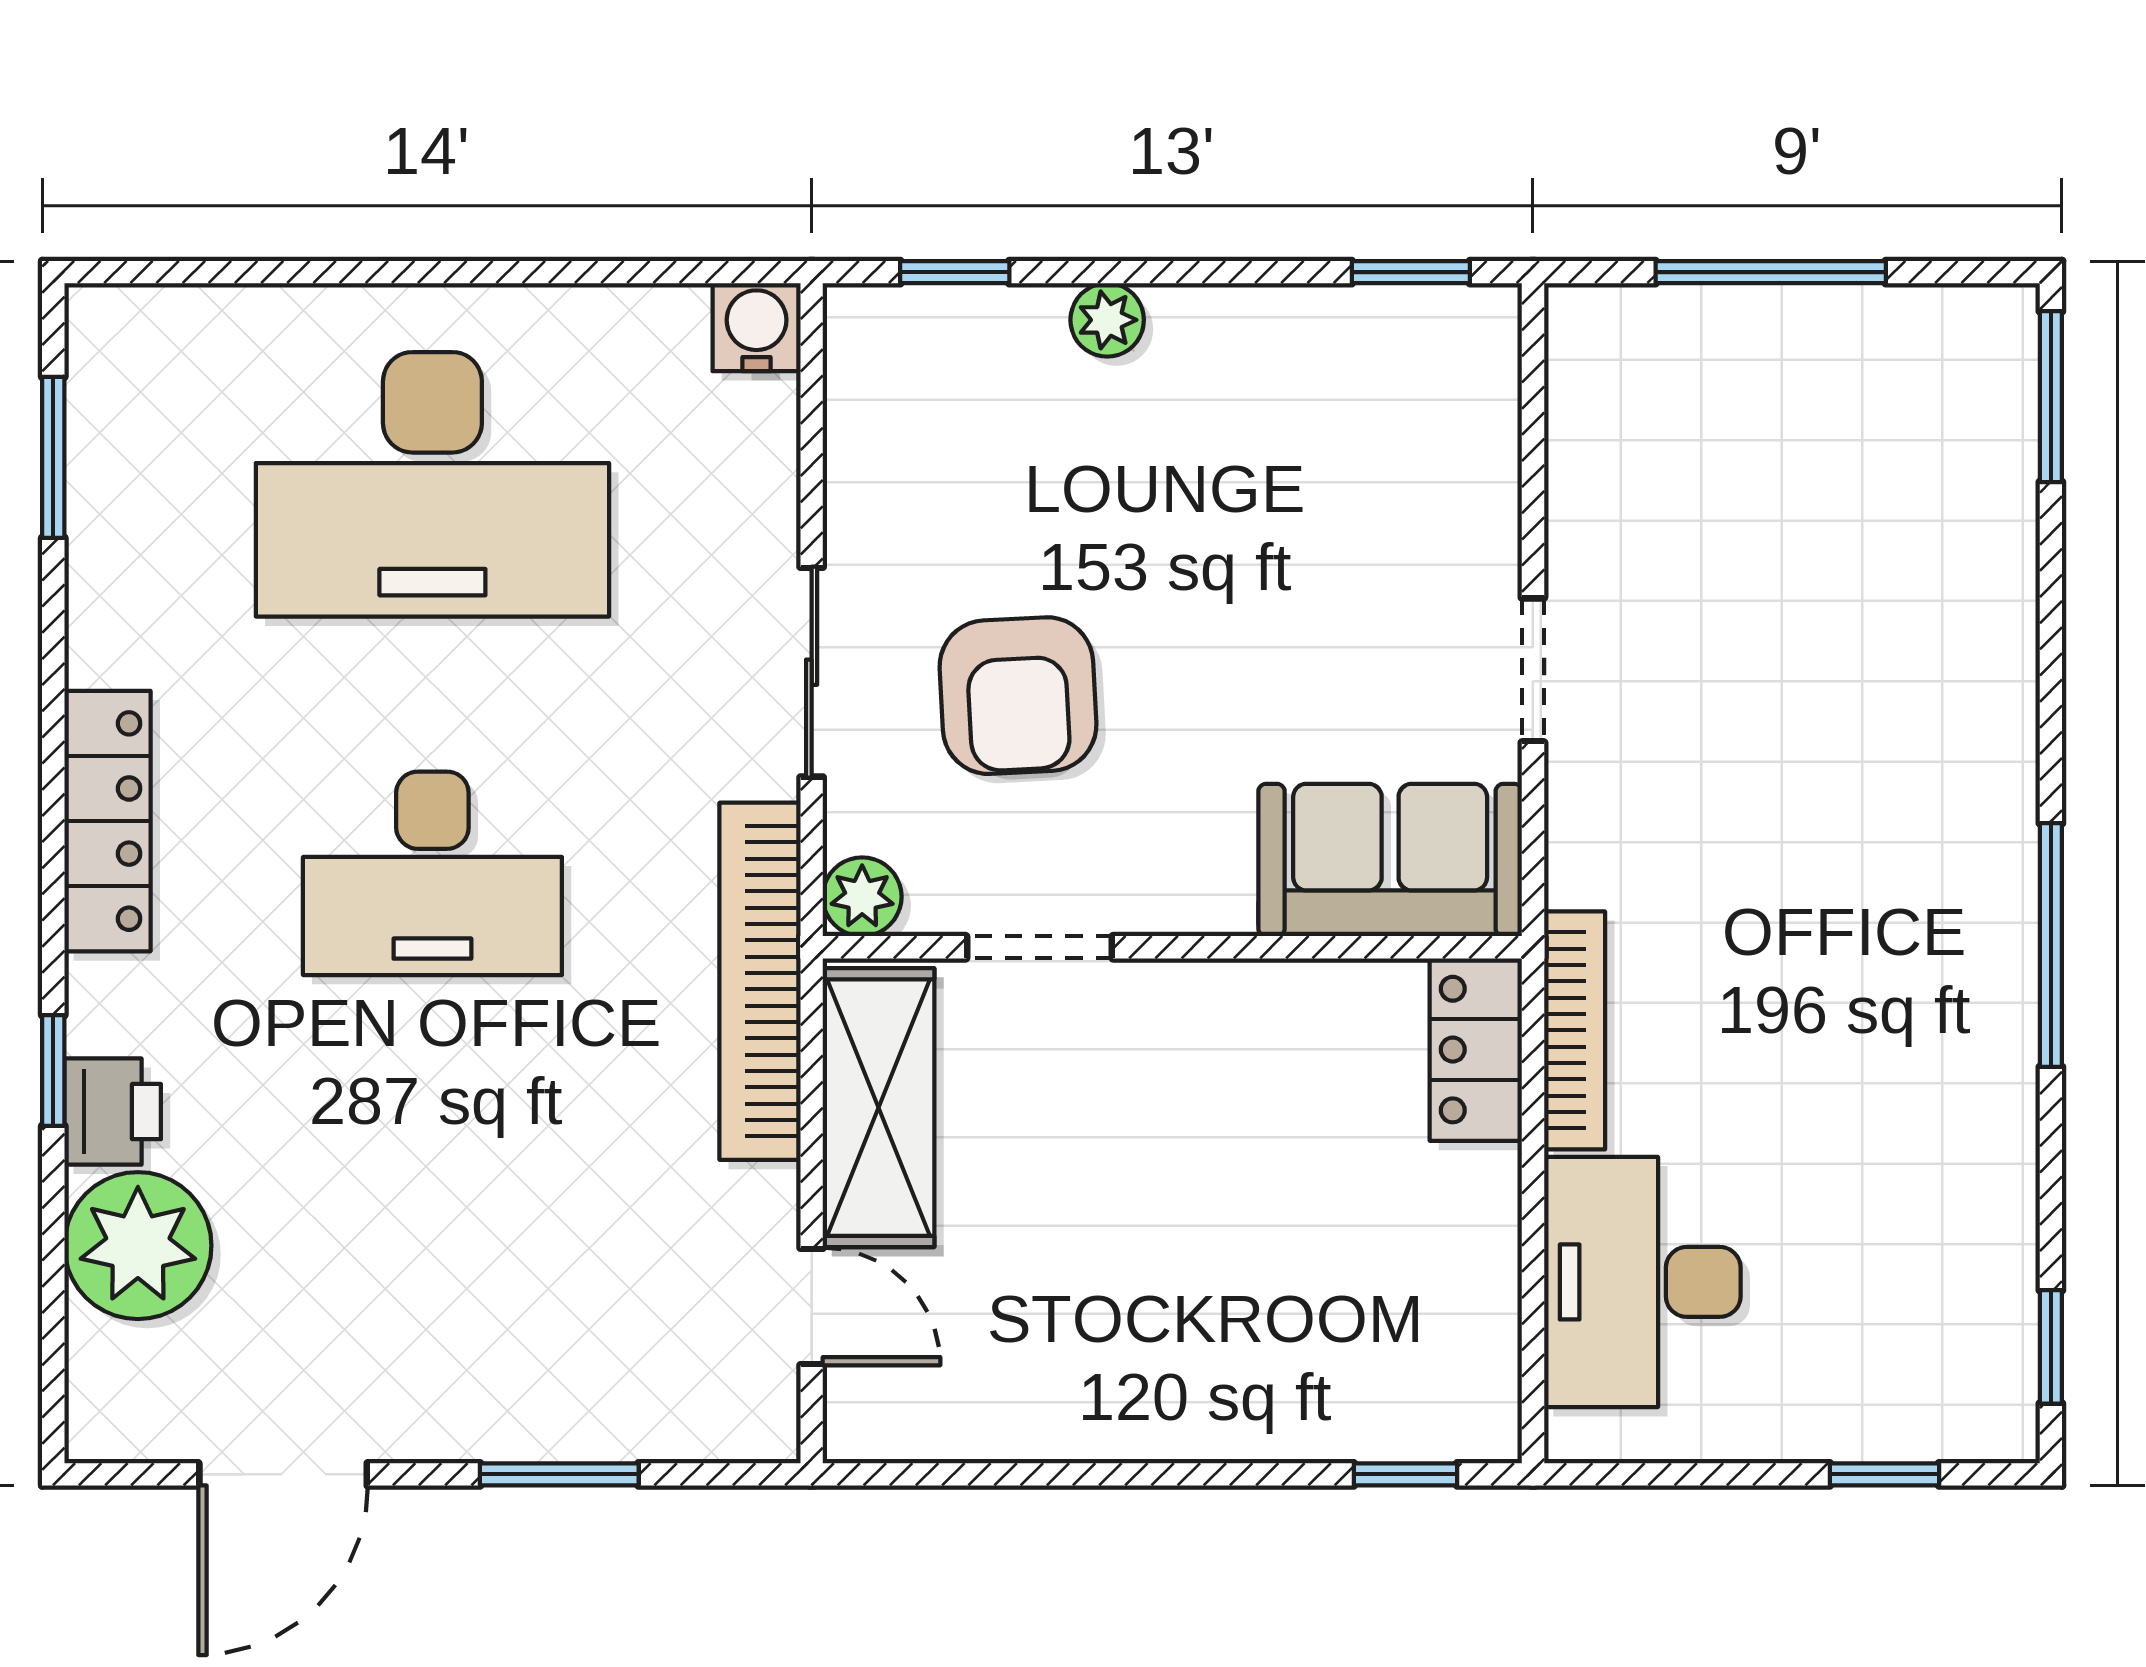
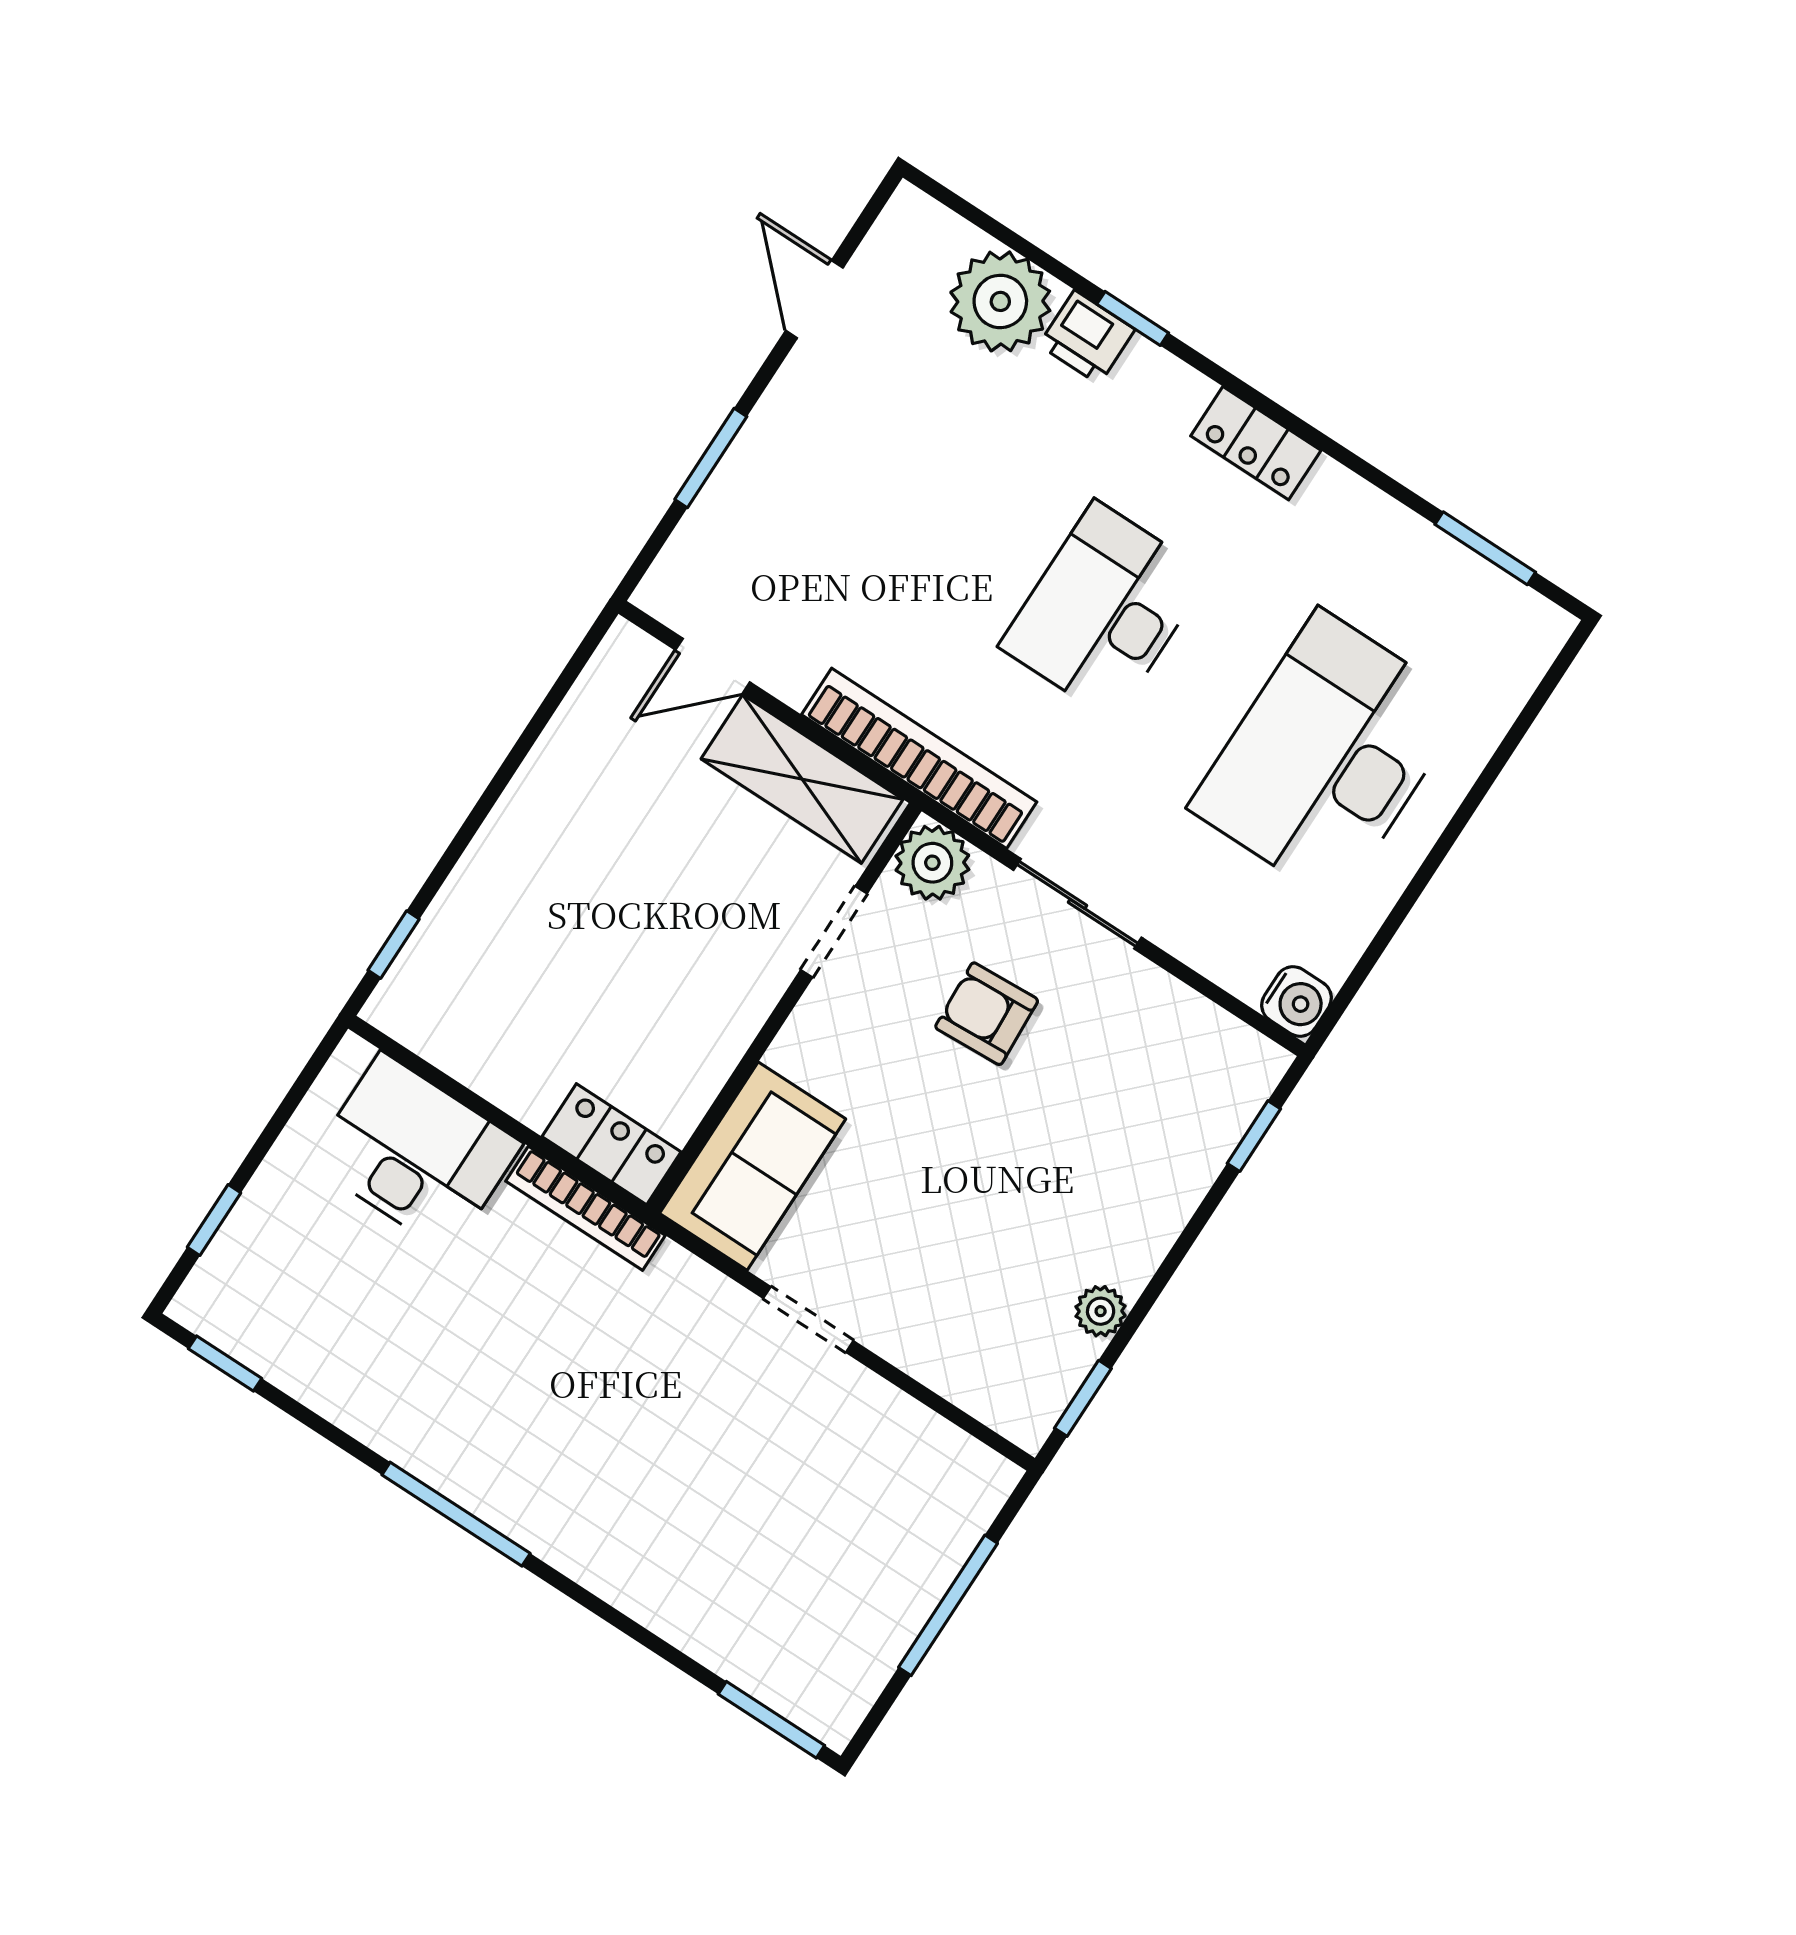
plant: (1107, 320) -> (1101, 1311), moved
armchair: (1018, 696) -> (987, 1014), width x0.72, depth x0.72
locker: (107, 821) -> (1256, 443), width x0.66
plant: (862, 897) -> (932, 863), width x1.38, depth x1.38
door: (283, 1474) -> (814, 299), width x0.73

